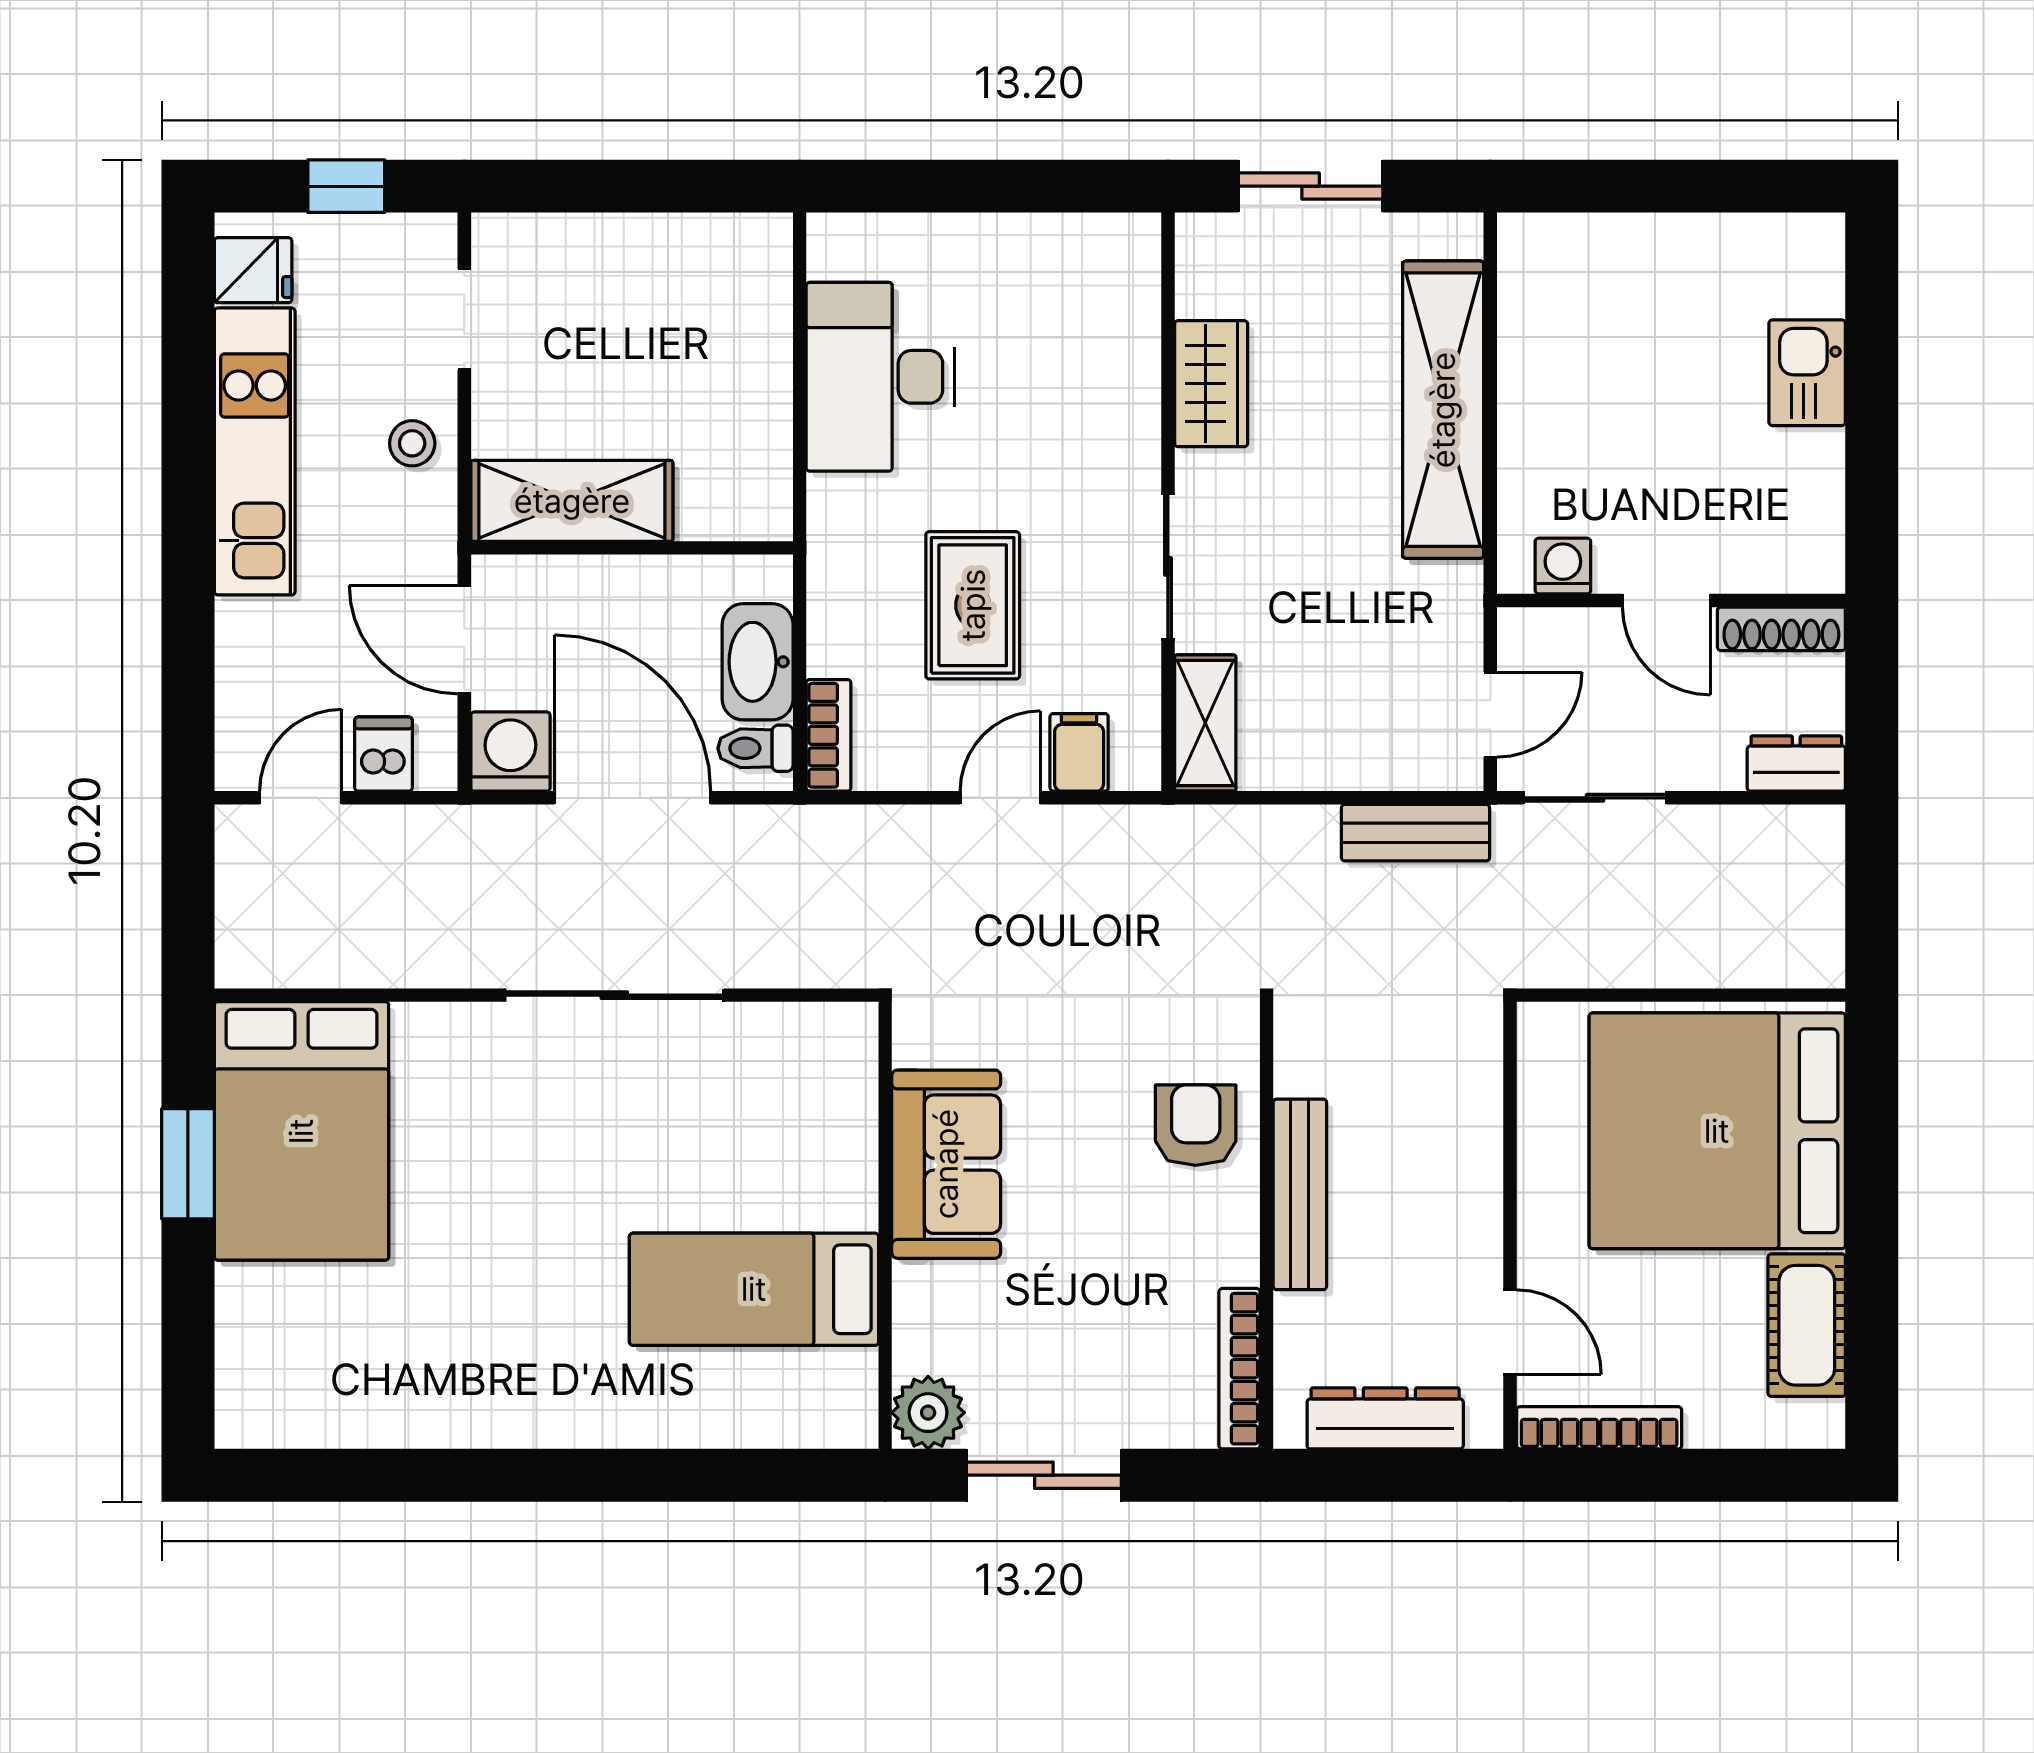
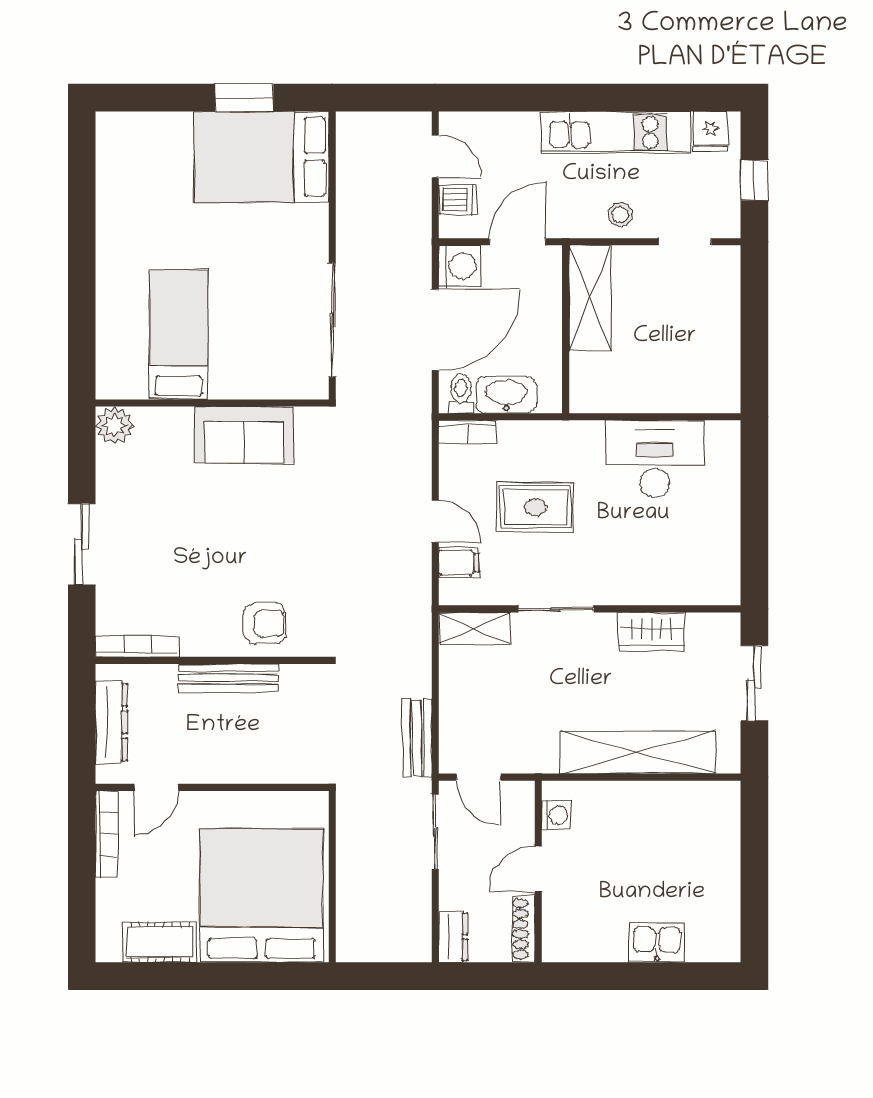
sofa: (946, 1164) -> (244, 435), moved
wall: (885, 1225) -> (212, 403), moved
bed: (754, 1289) -> (179, 335), moved
plant: (928, 1413) -> (114, 425), moved

